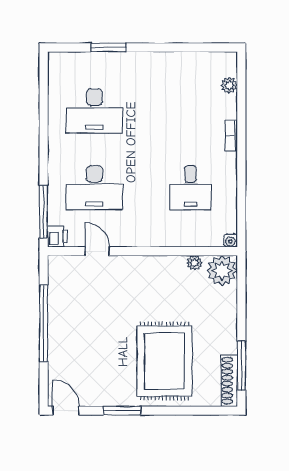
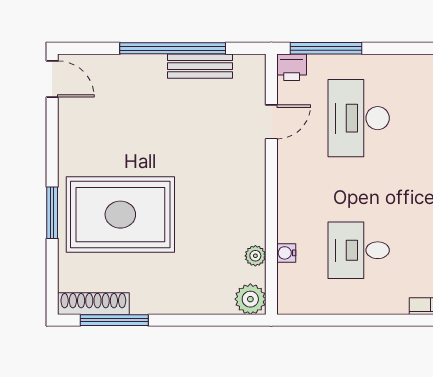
water cooler: (230, 240) -> (286, 253), moved
plant: (222, 271) -> (250, 299), width x0.73, depth x0.73
bench: (57, 303) -> (200, 66), added
door: (66, 411) -> (52, 79), hinge flipped
window: (122, 411) -> (52, 213), moved

